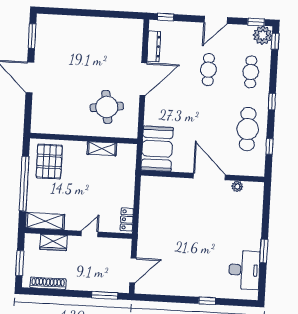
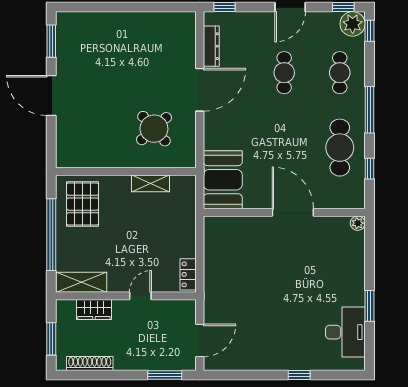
window: (272, 102) -> (369, 110), width x2.17
round table: (107, 107) -> (154, 129), turned -35
plant: (237, 186) -> (358, 223), moved

